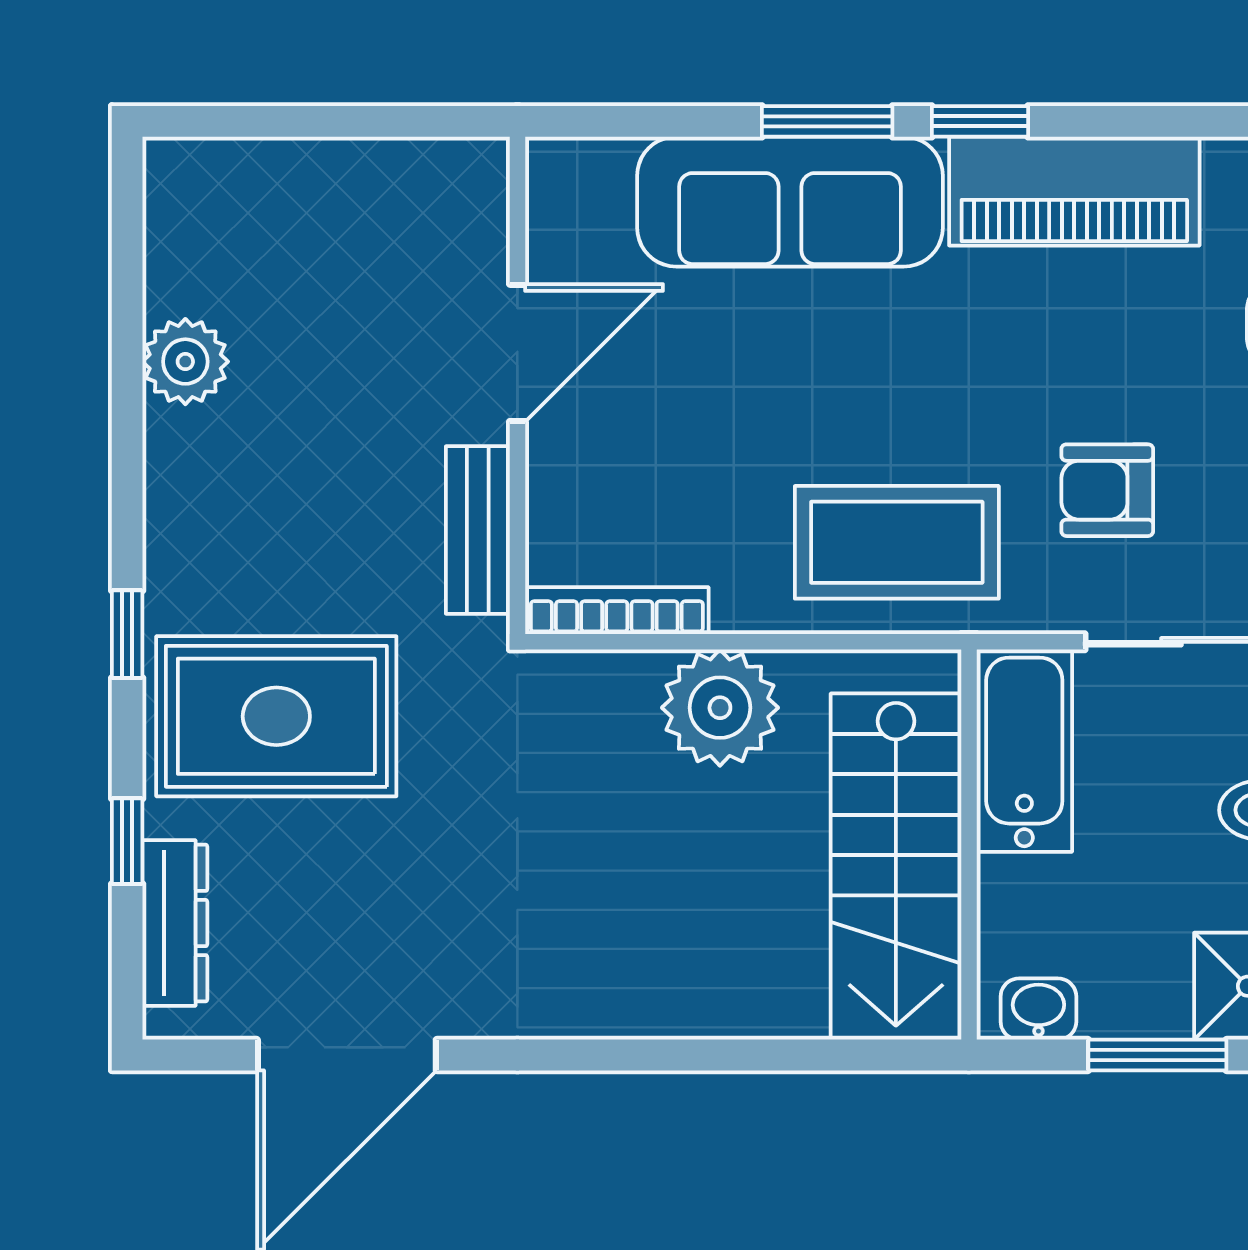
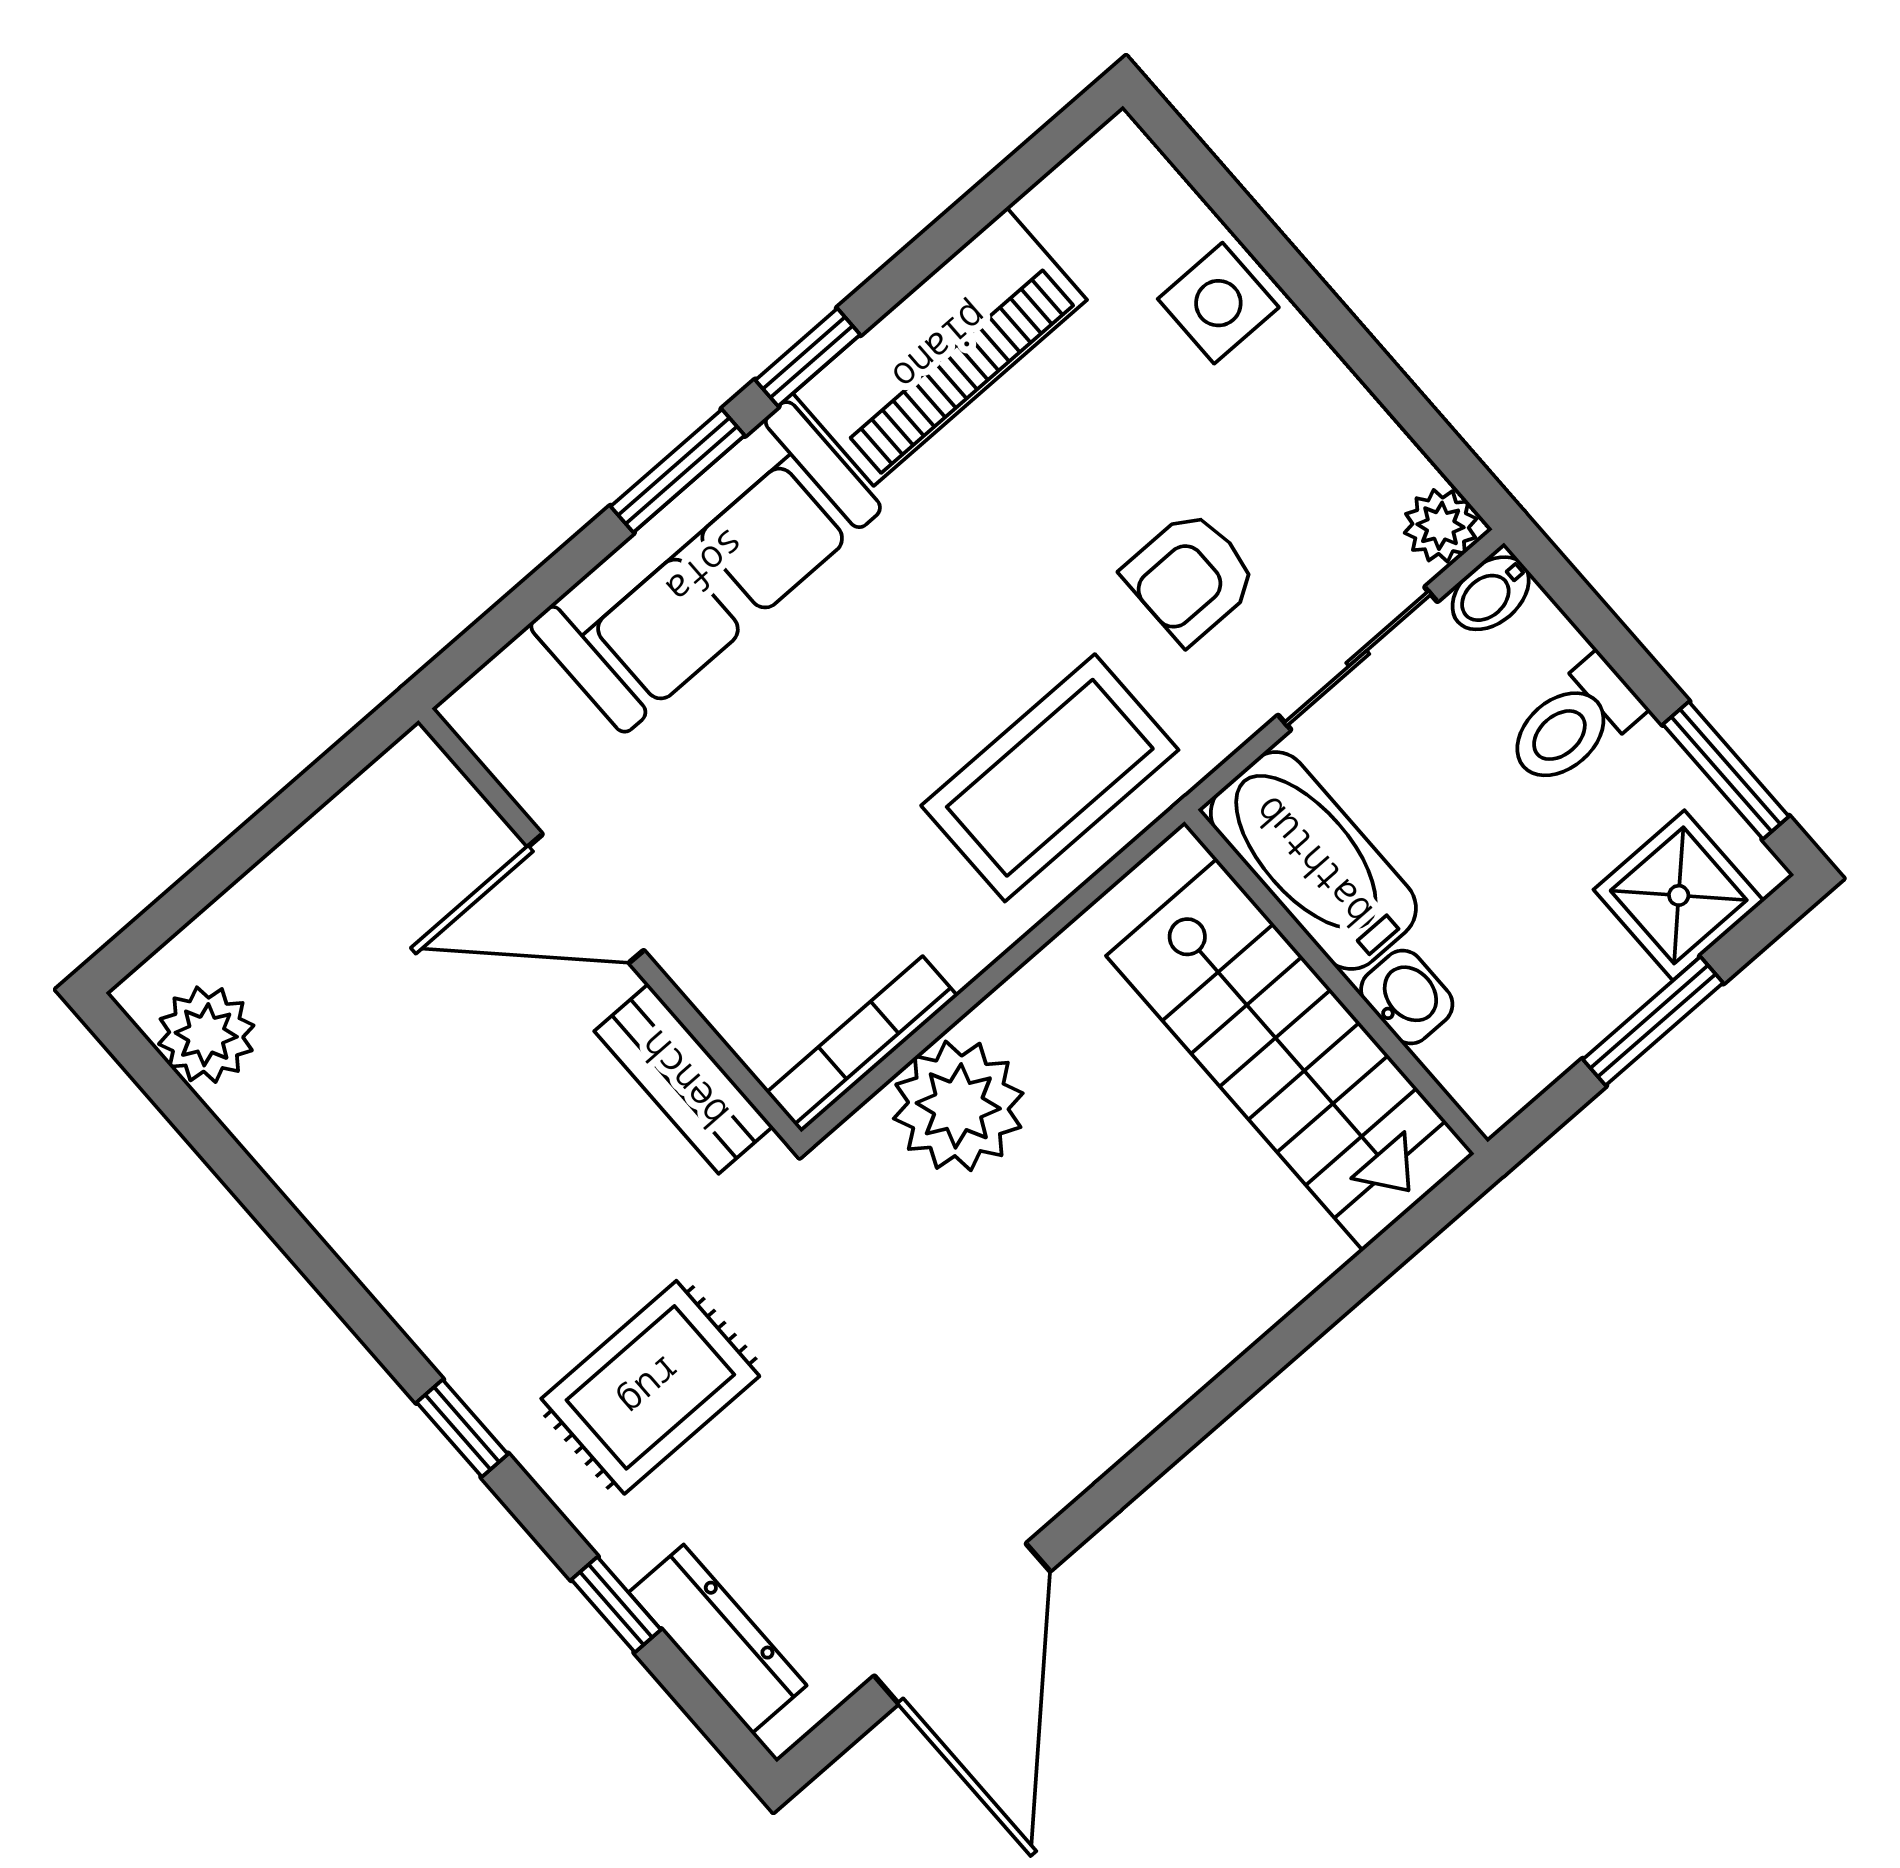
door: (517, 353) -> (586, 898), swing flipped
plant: (185, 362) -> (206, 1035), moved
plant: (720, 708) -> (958, 1106), moved
rug: (276, 716) -> (650, 1387), width x0.73, depth x0.70
washbasin: (1038, 1009) -> (1407, 997), moved, turned 90

